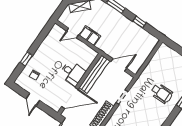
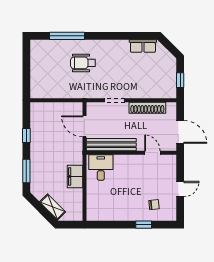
door: (73, 33) -> (84, 196), removed
desk: (73, 73) -> (101, 167), moved
wheelchair: (162, 93) -> (83, 63), turned -90
door: (70, 98) -> (152, 153), width x0.53

